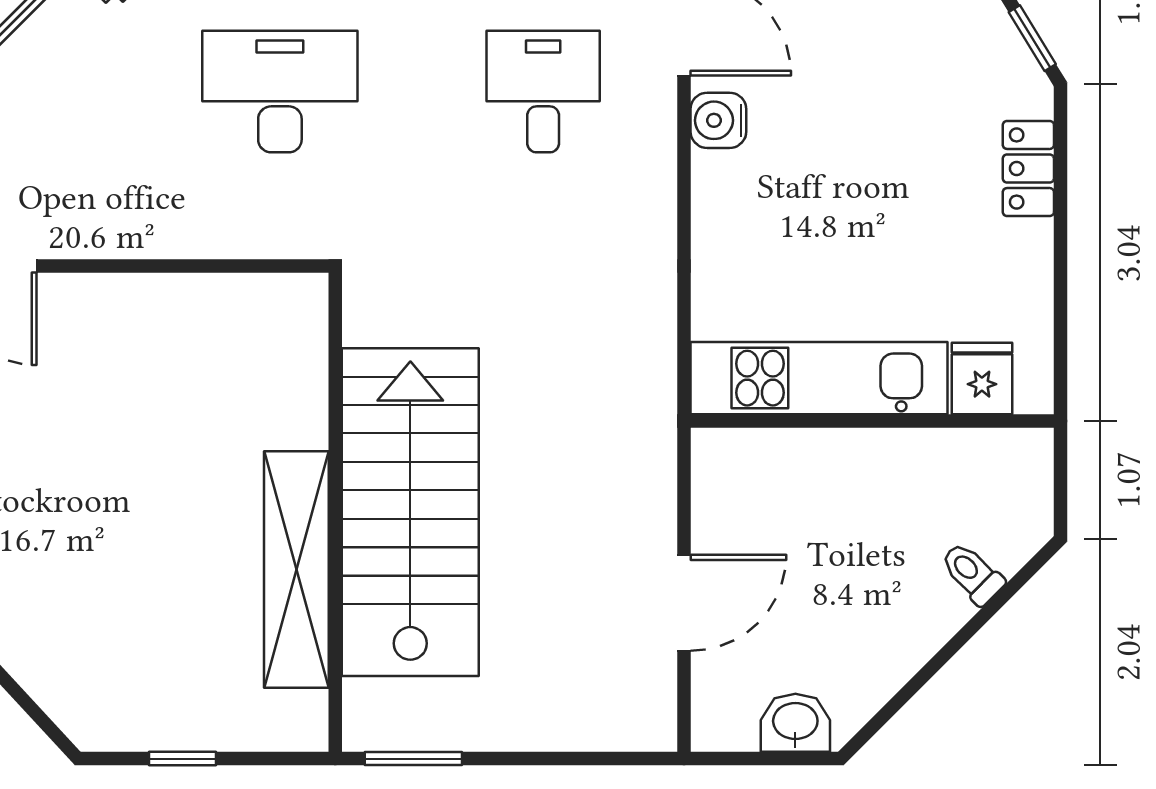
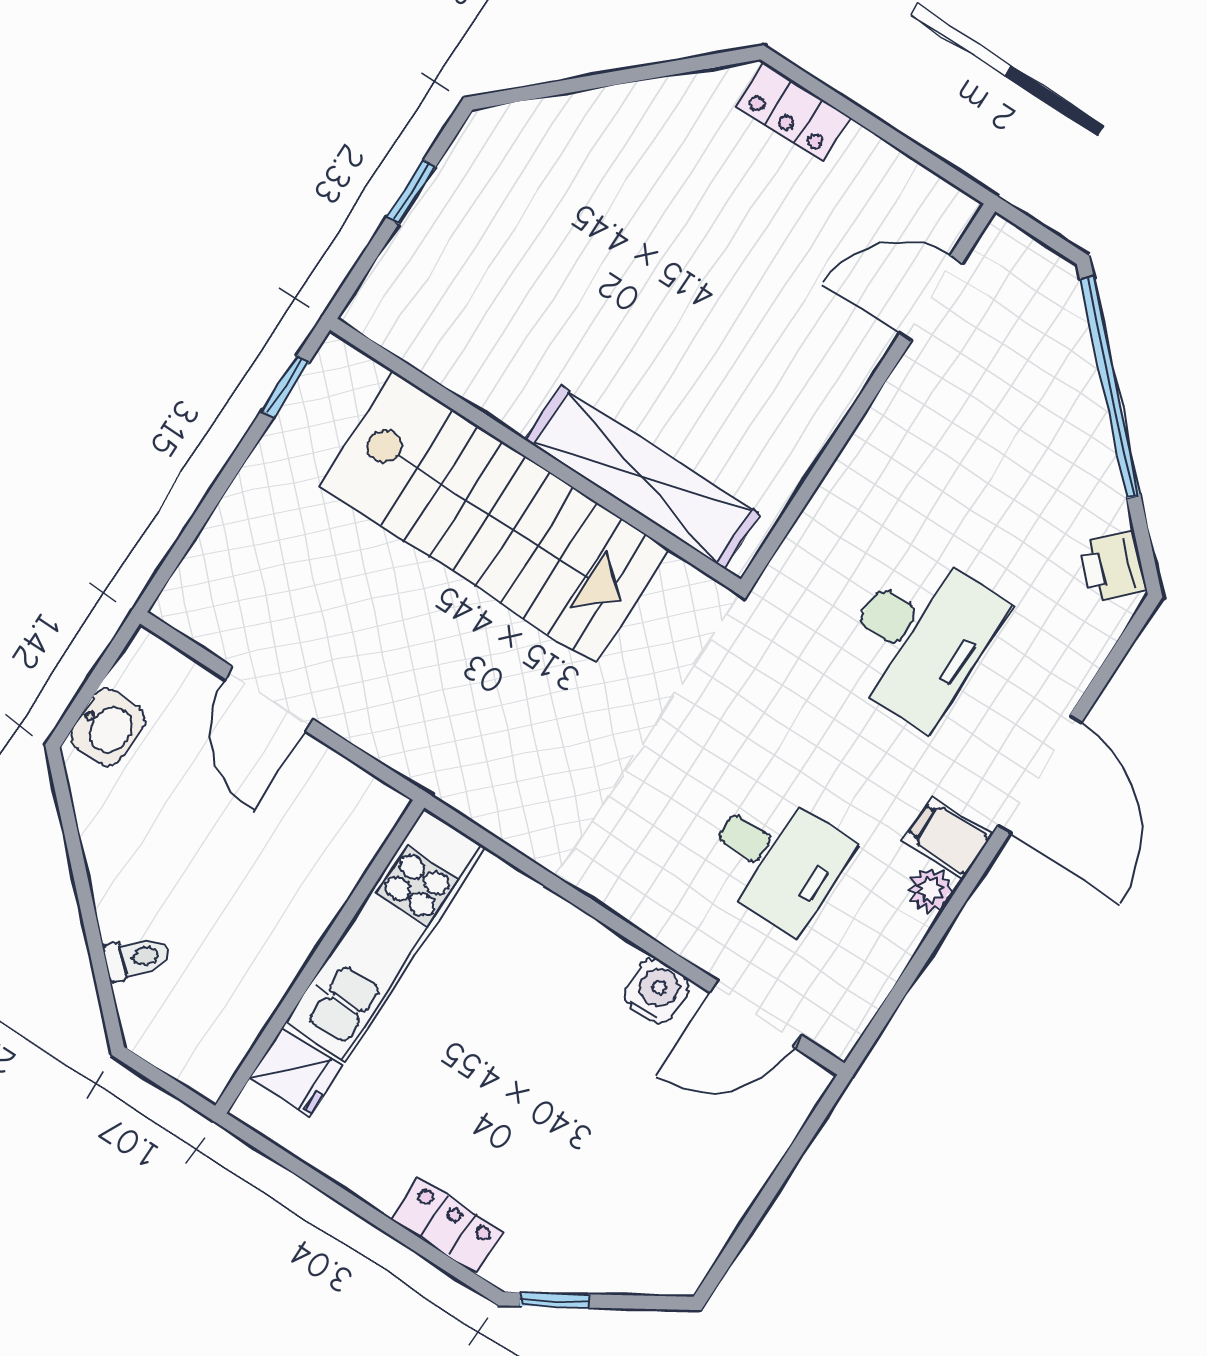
shelving: (296, 570) -> (642, 477), moved
window: (413, 759) -> (285, 386), width x0.67

